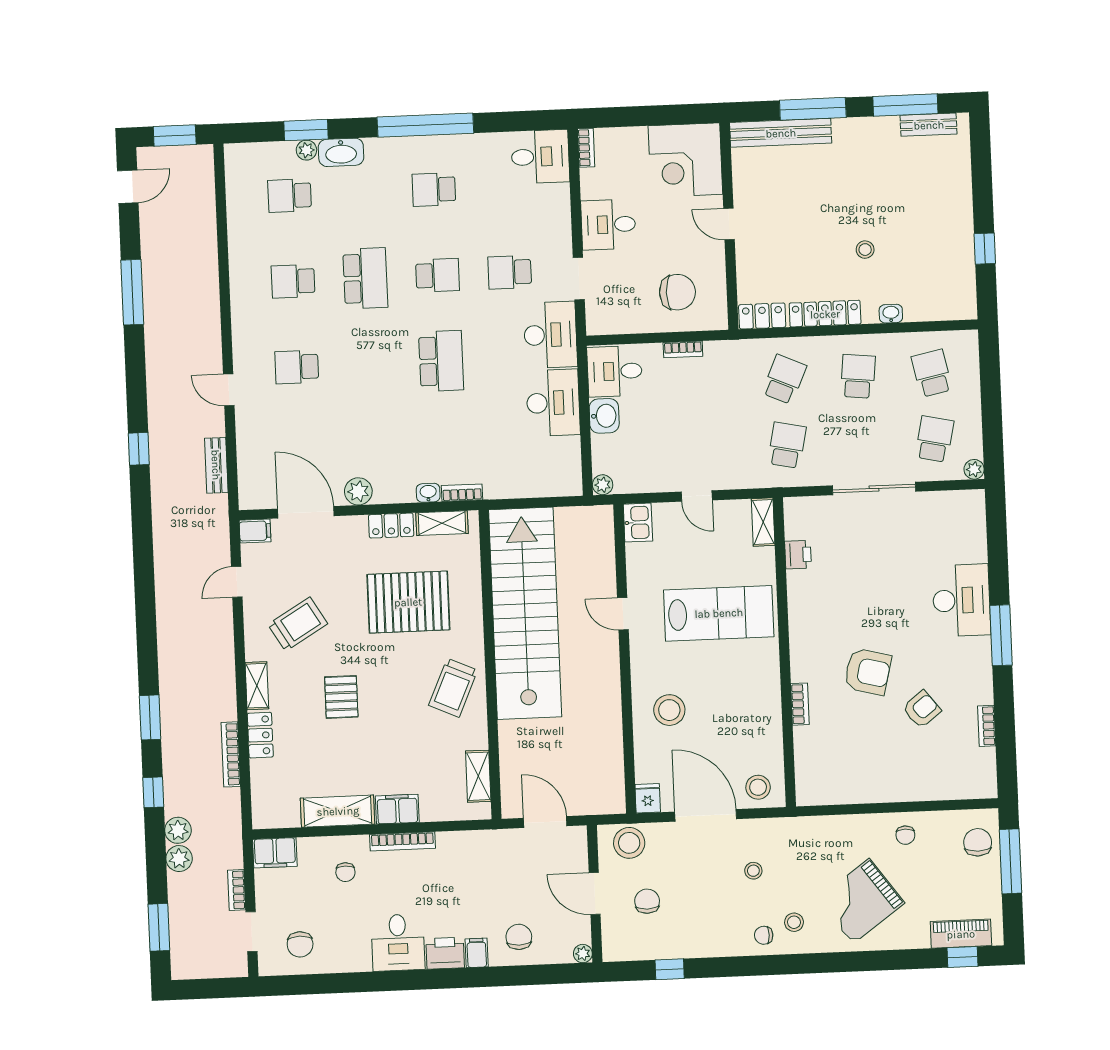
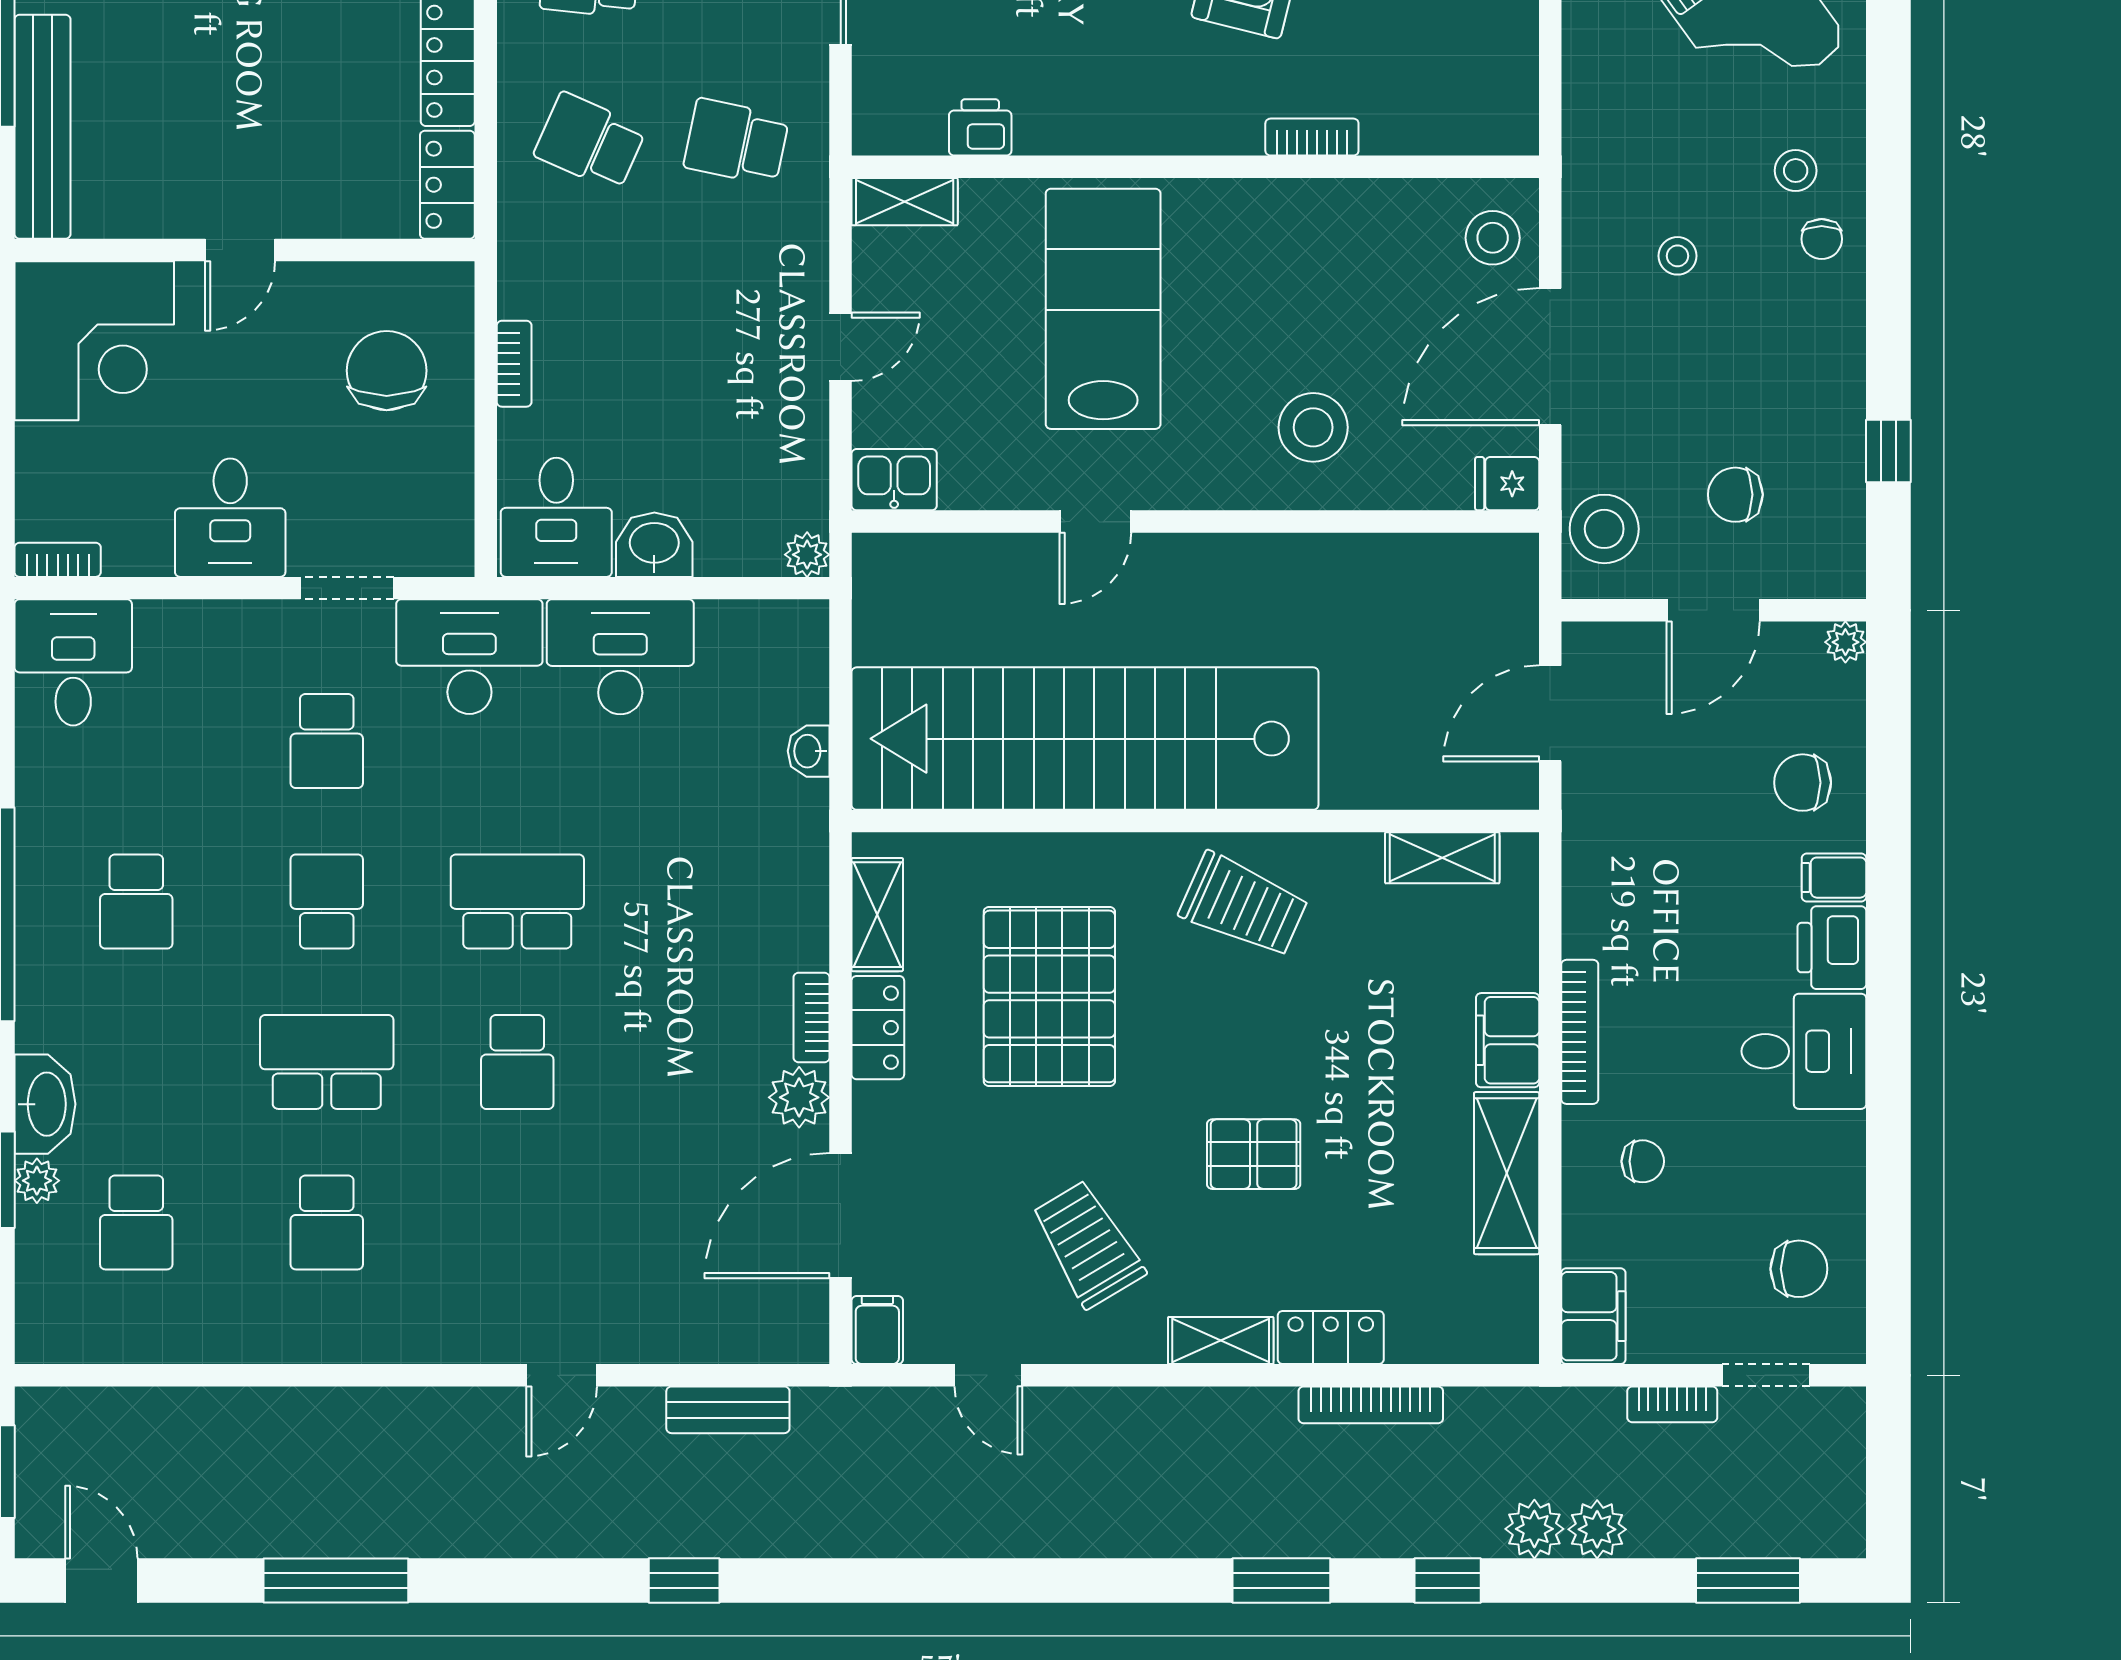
school desk: (297, 367) -> (517, 1062), moved
washbasin: (428, 493) -> (809, 751), moved
bookcase: (462, 493) -> (812, 1017), moved

